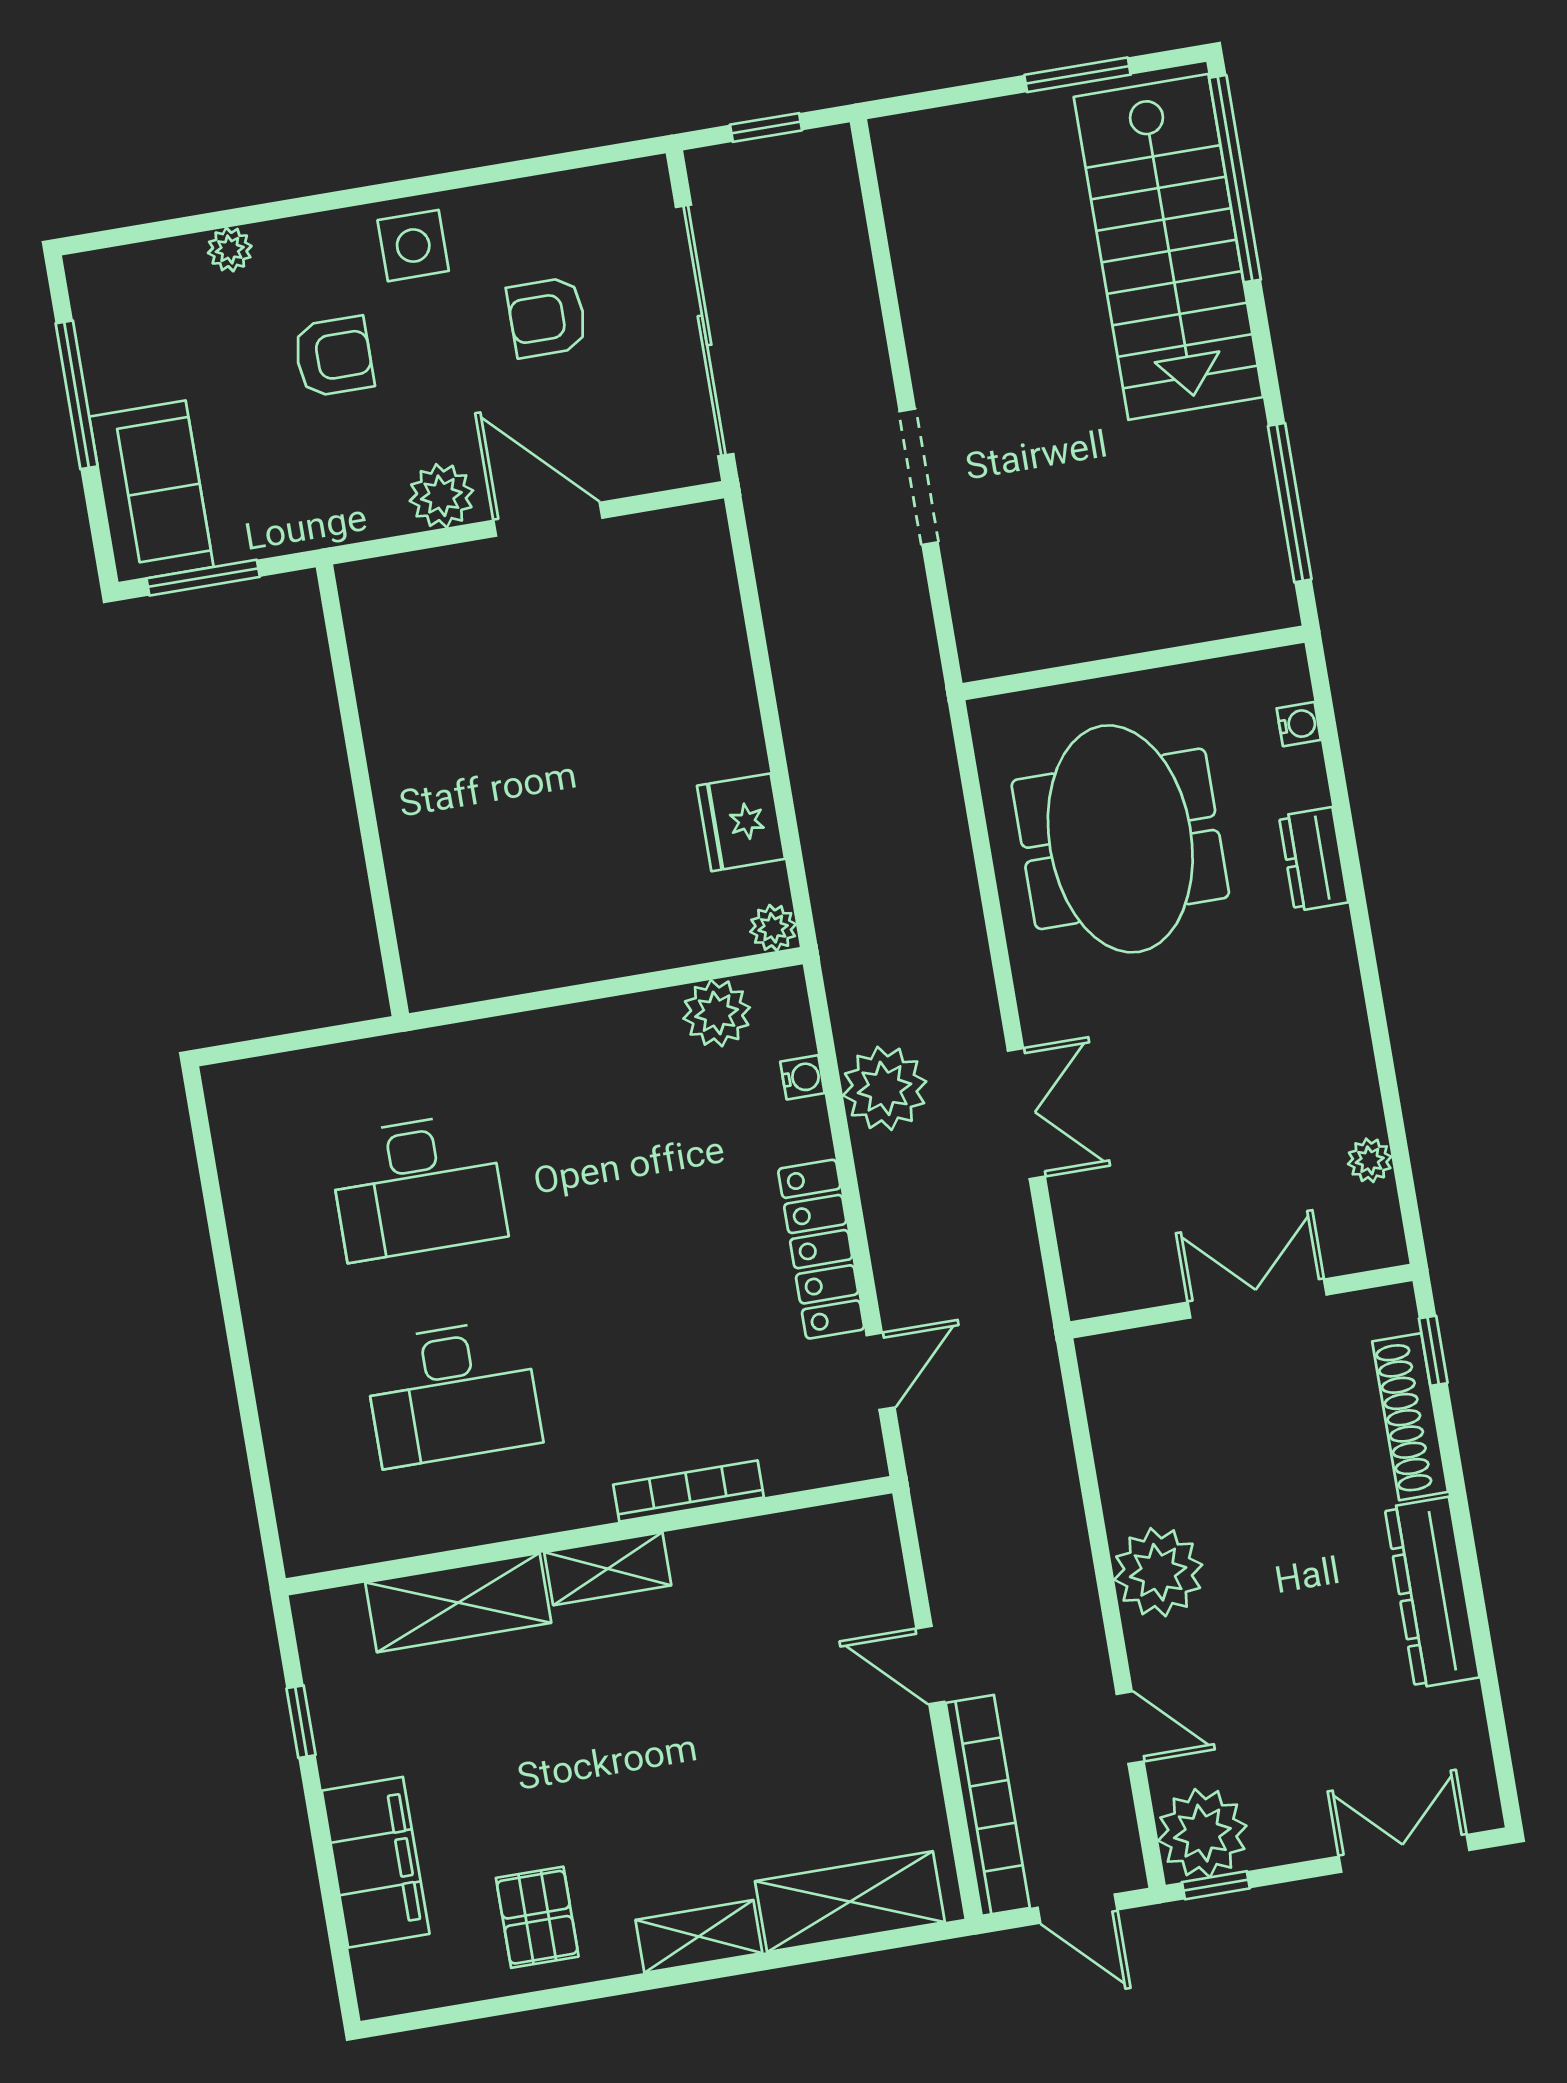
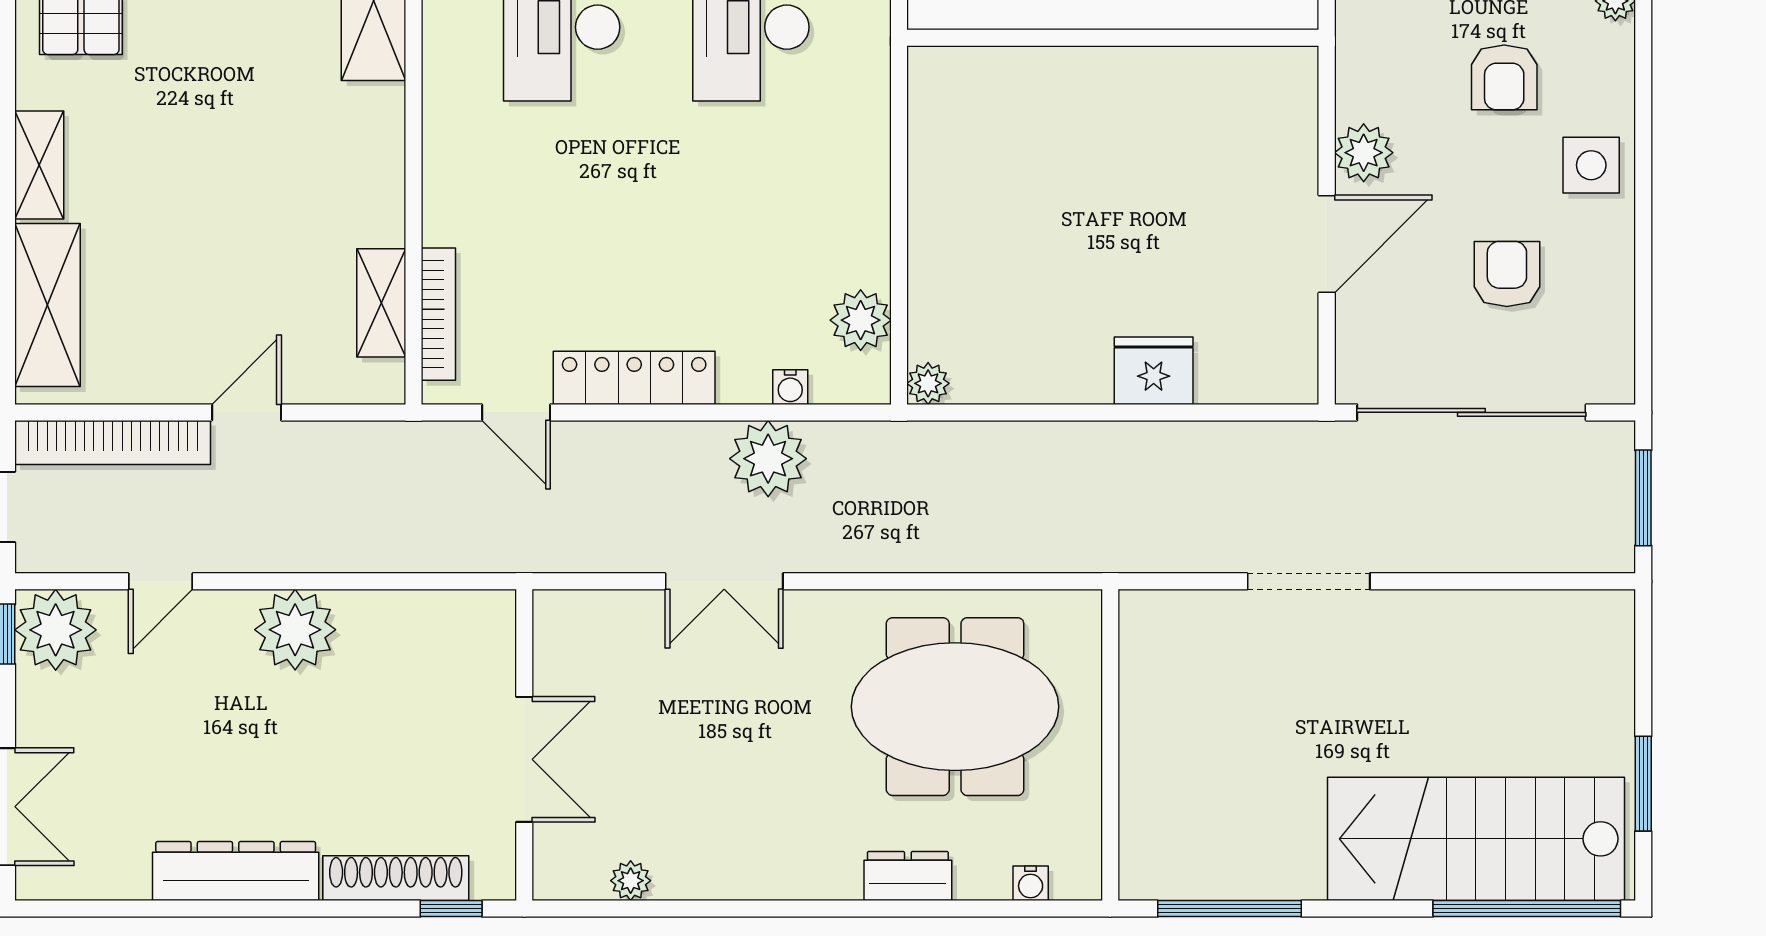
window: (766, 128) -> (1643, 498), width x1.50
fridge: (741, 822) -> (1154, 371), moved
bookcase: (688, 1491) -> (438, 314), moved
shelving: (608, 1569) -> (381, 303), moved

